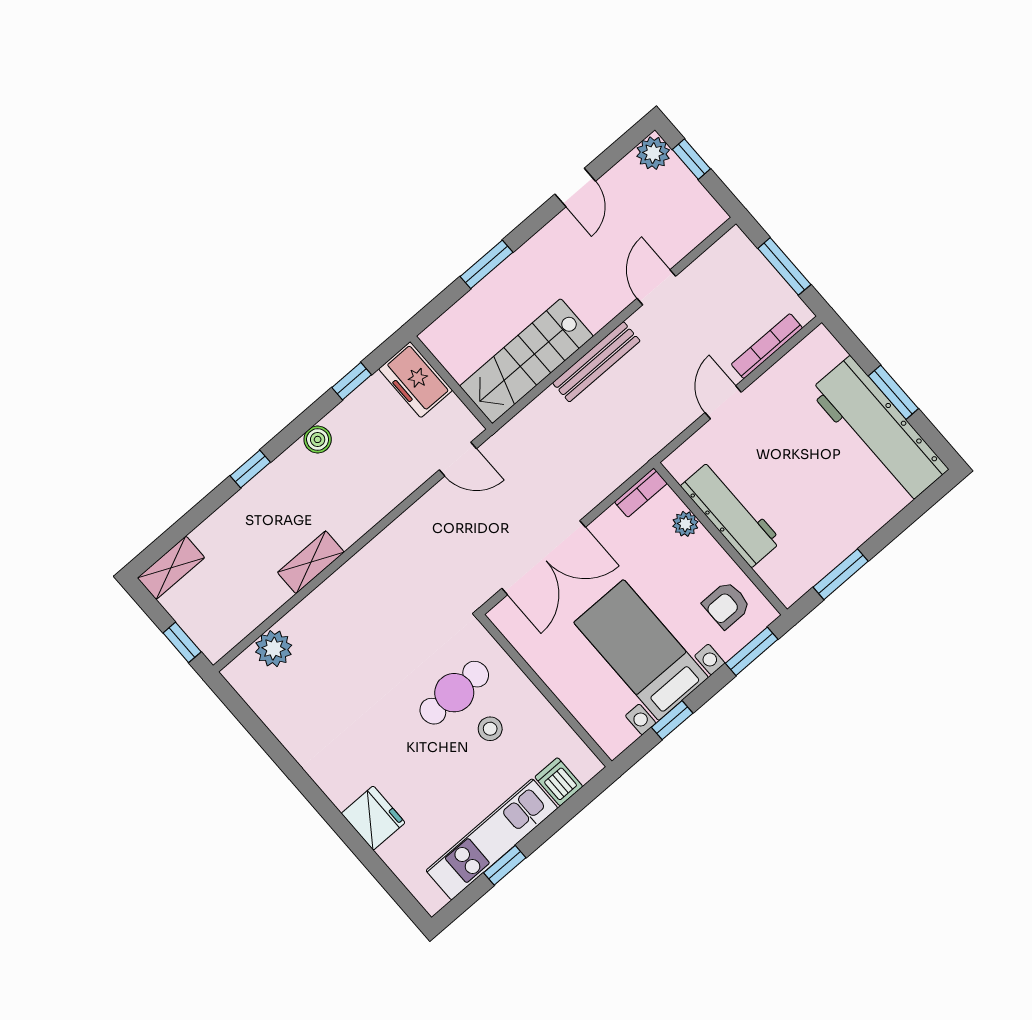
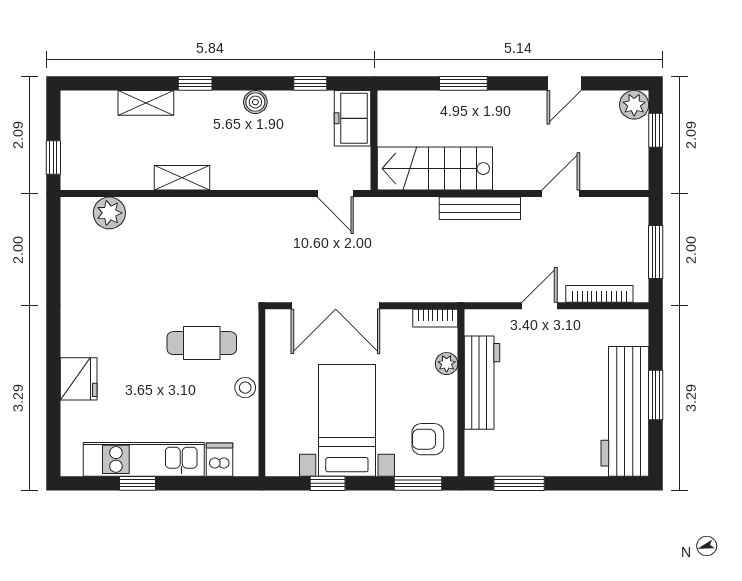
shelving: (171, 568) -> (146, 103), moved
stool: (490, 729) -> (245, 388), moved

